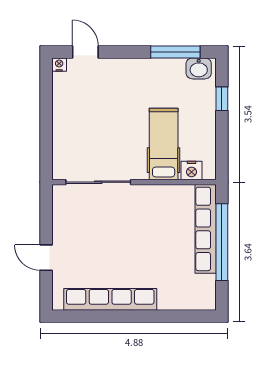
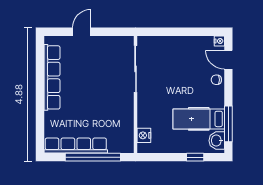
door: (85, 52) -> (228, 60), swing flipped
chair: (113, 69) -> (216, 80), added
hospital bed: (164, 144) -> (199, 119), moved, turned 180
row of seats: (206, 229) -> (76, 145), moved

